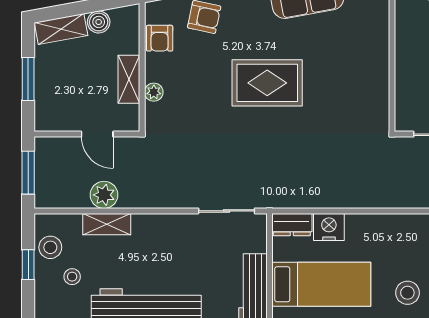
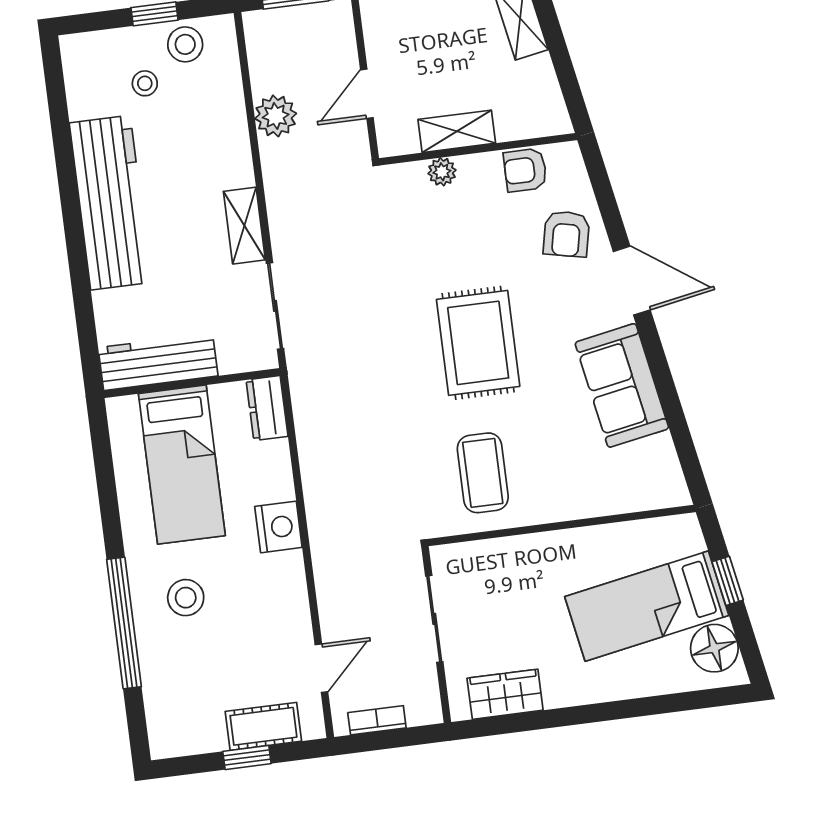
boiler: (99, 22) -> (538, 74), removed
coffee table: (352, 91) -> (483, 473), added
shelving: (107, 224) -> (244, 226), moved
nightstand: (329, 227) -> (278, 527), moved

